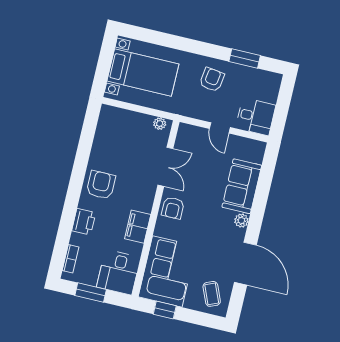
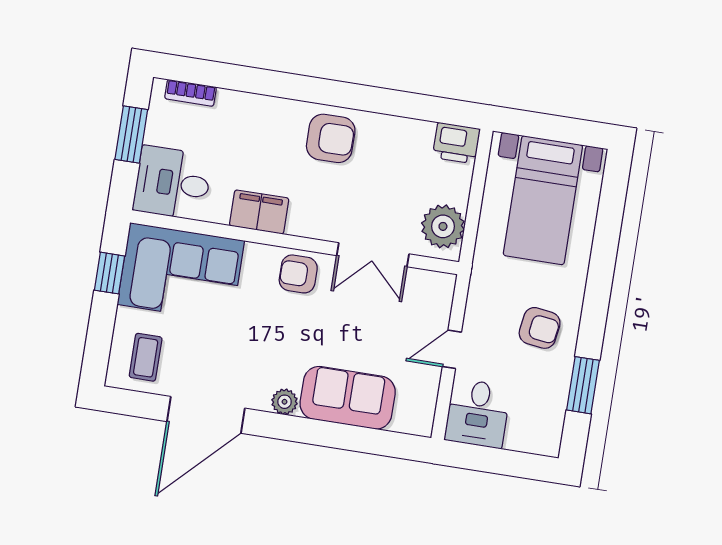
plant: (160, 124) -> (443, 226), width x1.87, depth x1.87
printer: (84, 222) -> (456, 143), moved
coffee table: (212, 294) -> (146, 357), turned -67

